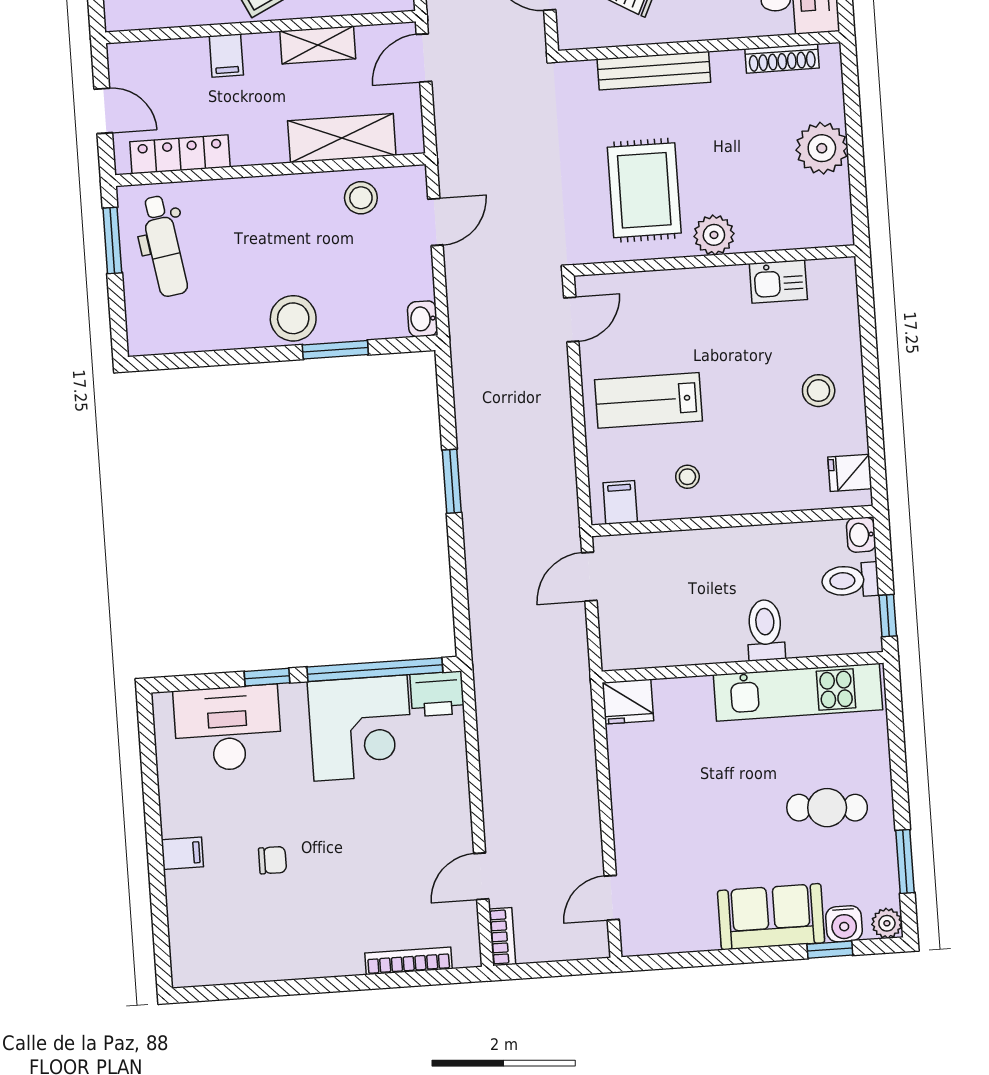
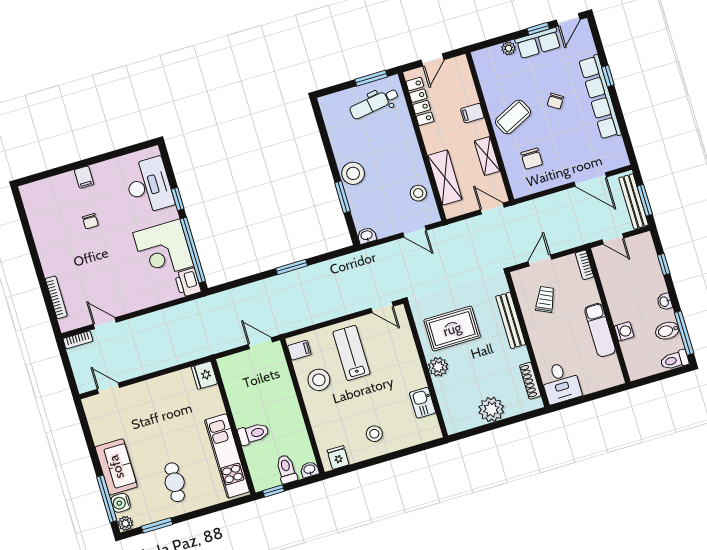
stool: (687, 477) -> (319, 380), width x1.89, depth x1.89
window: (830, 950) -> (107, 499), width x2.17

